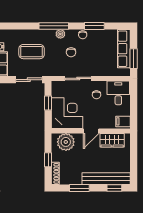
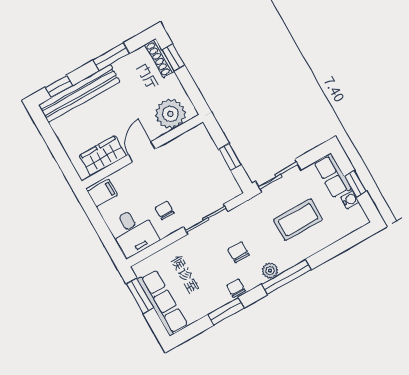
corner desk: (67, 113) -> (193, 158), removed
window: (48, 160) -> (173, 57), moved

